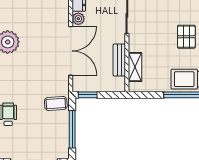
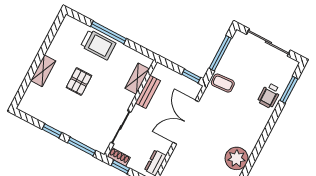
plant: (78, 19) -> (165, 146), removed

